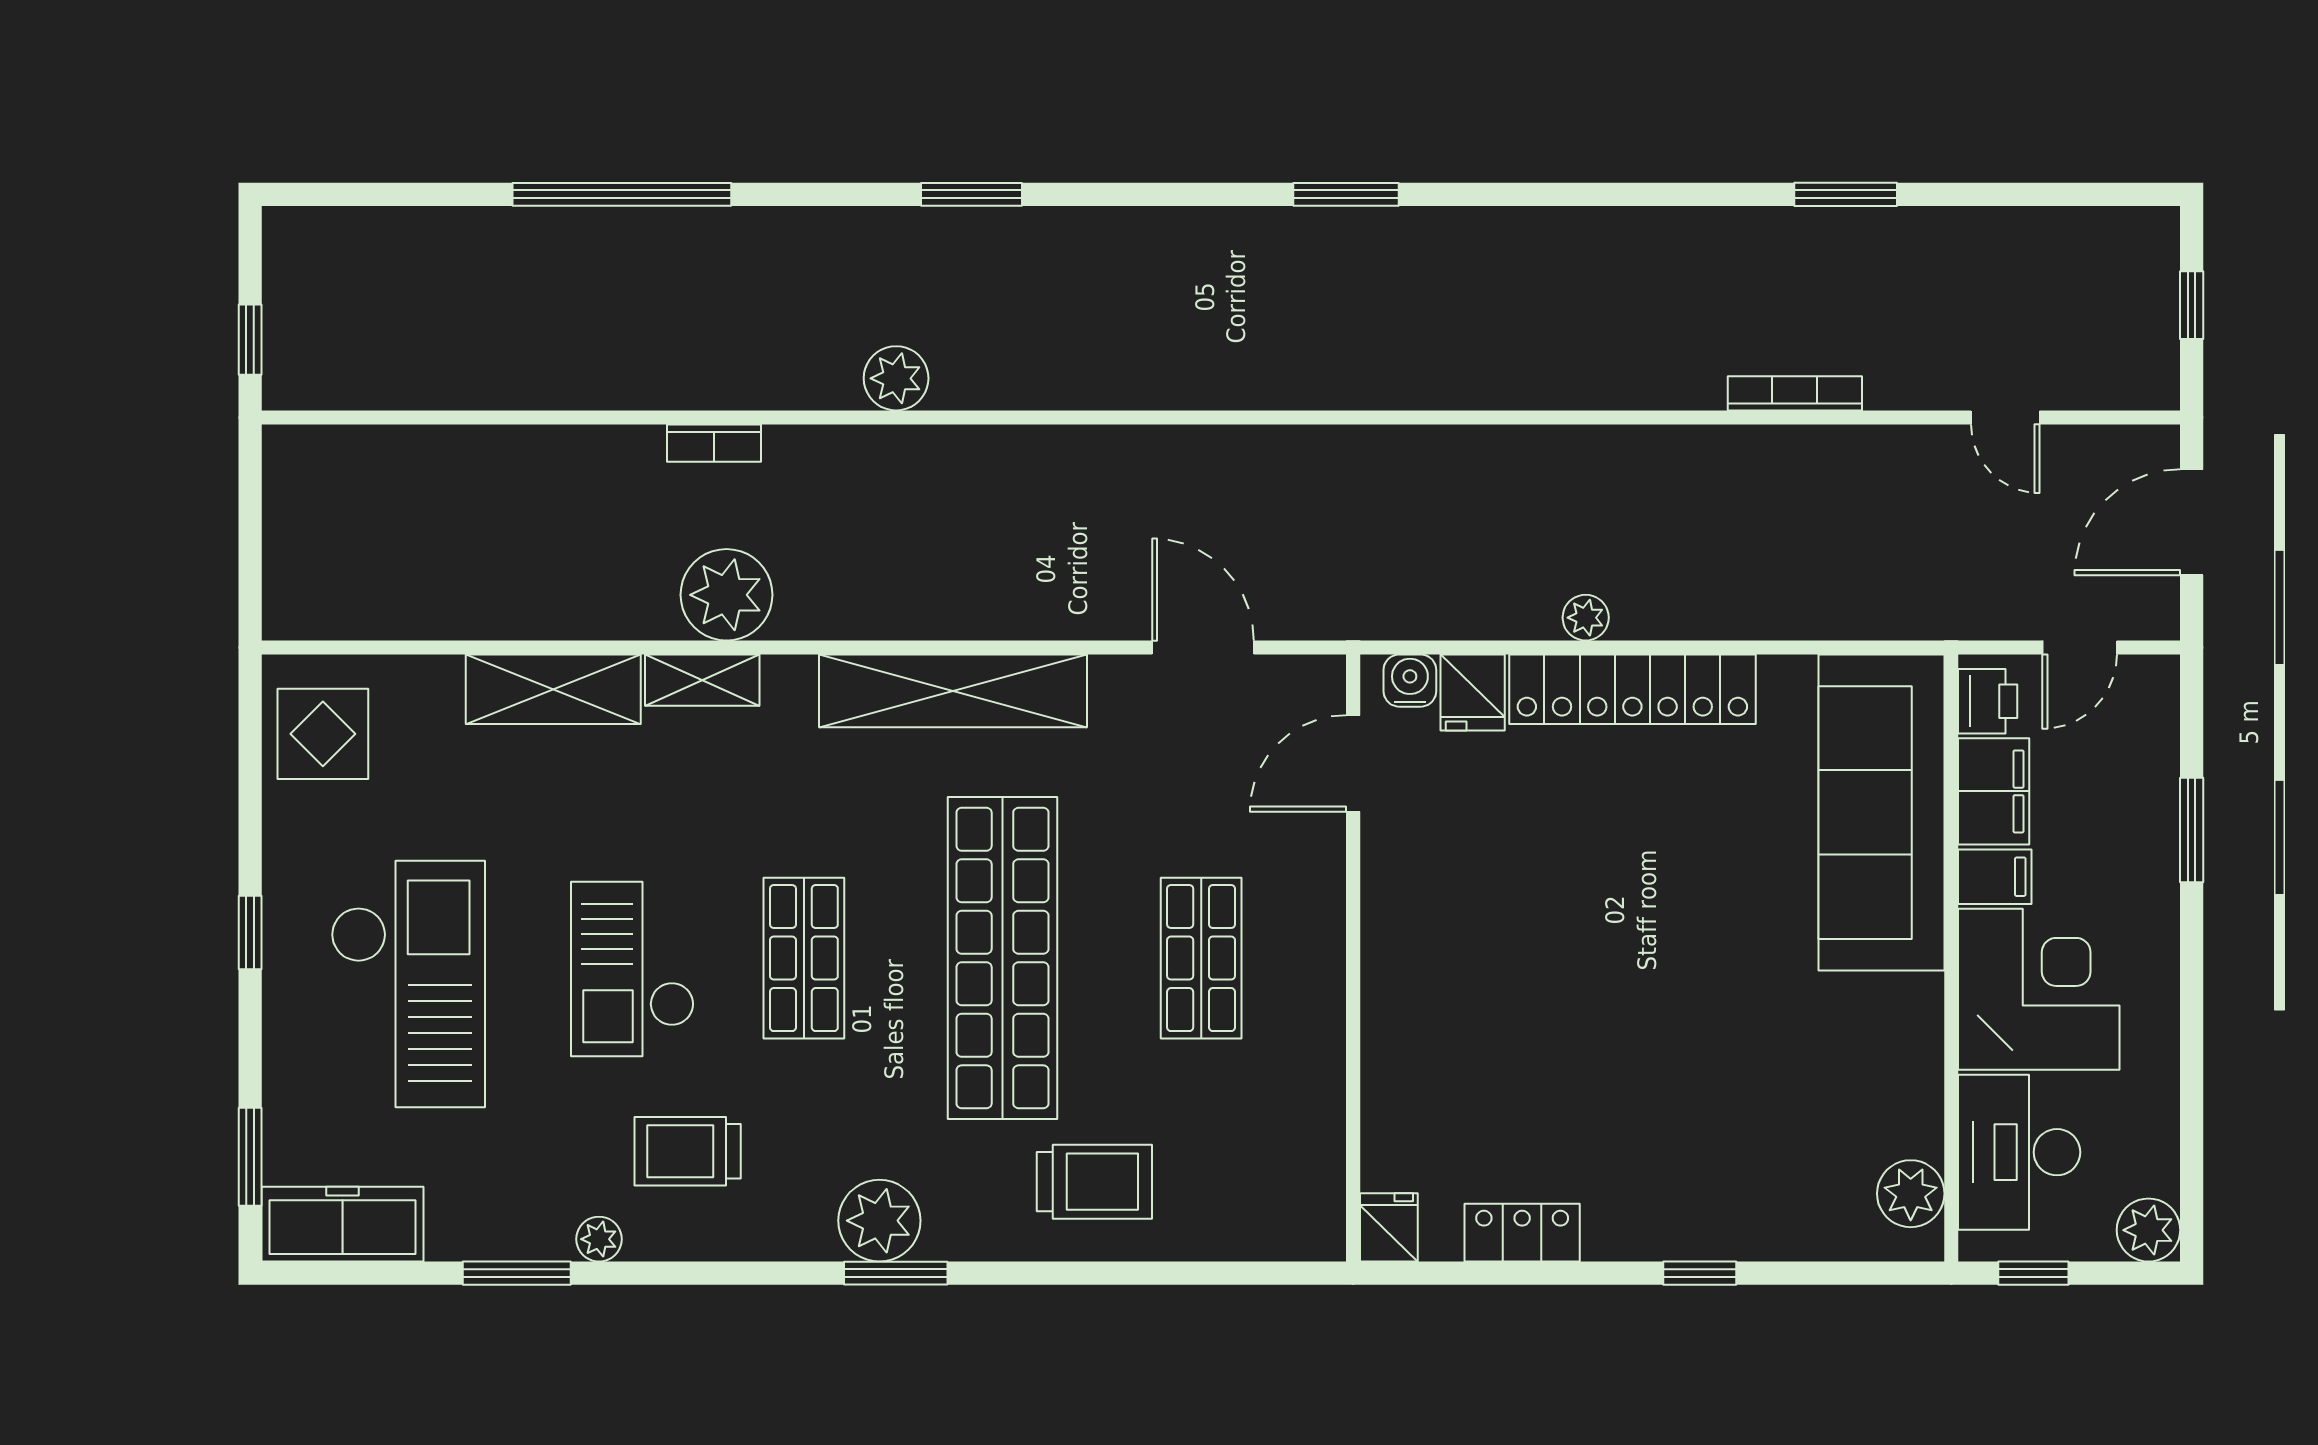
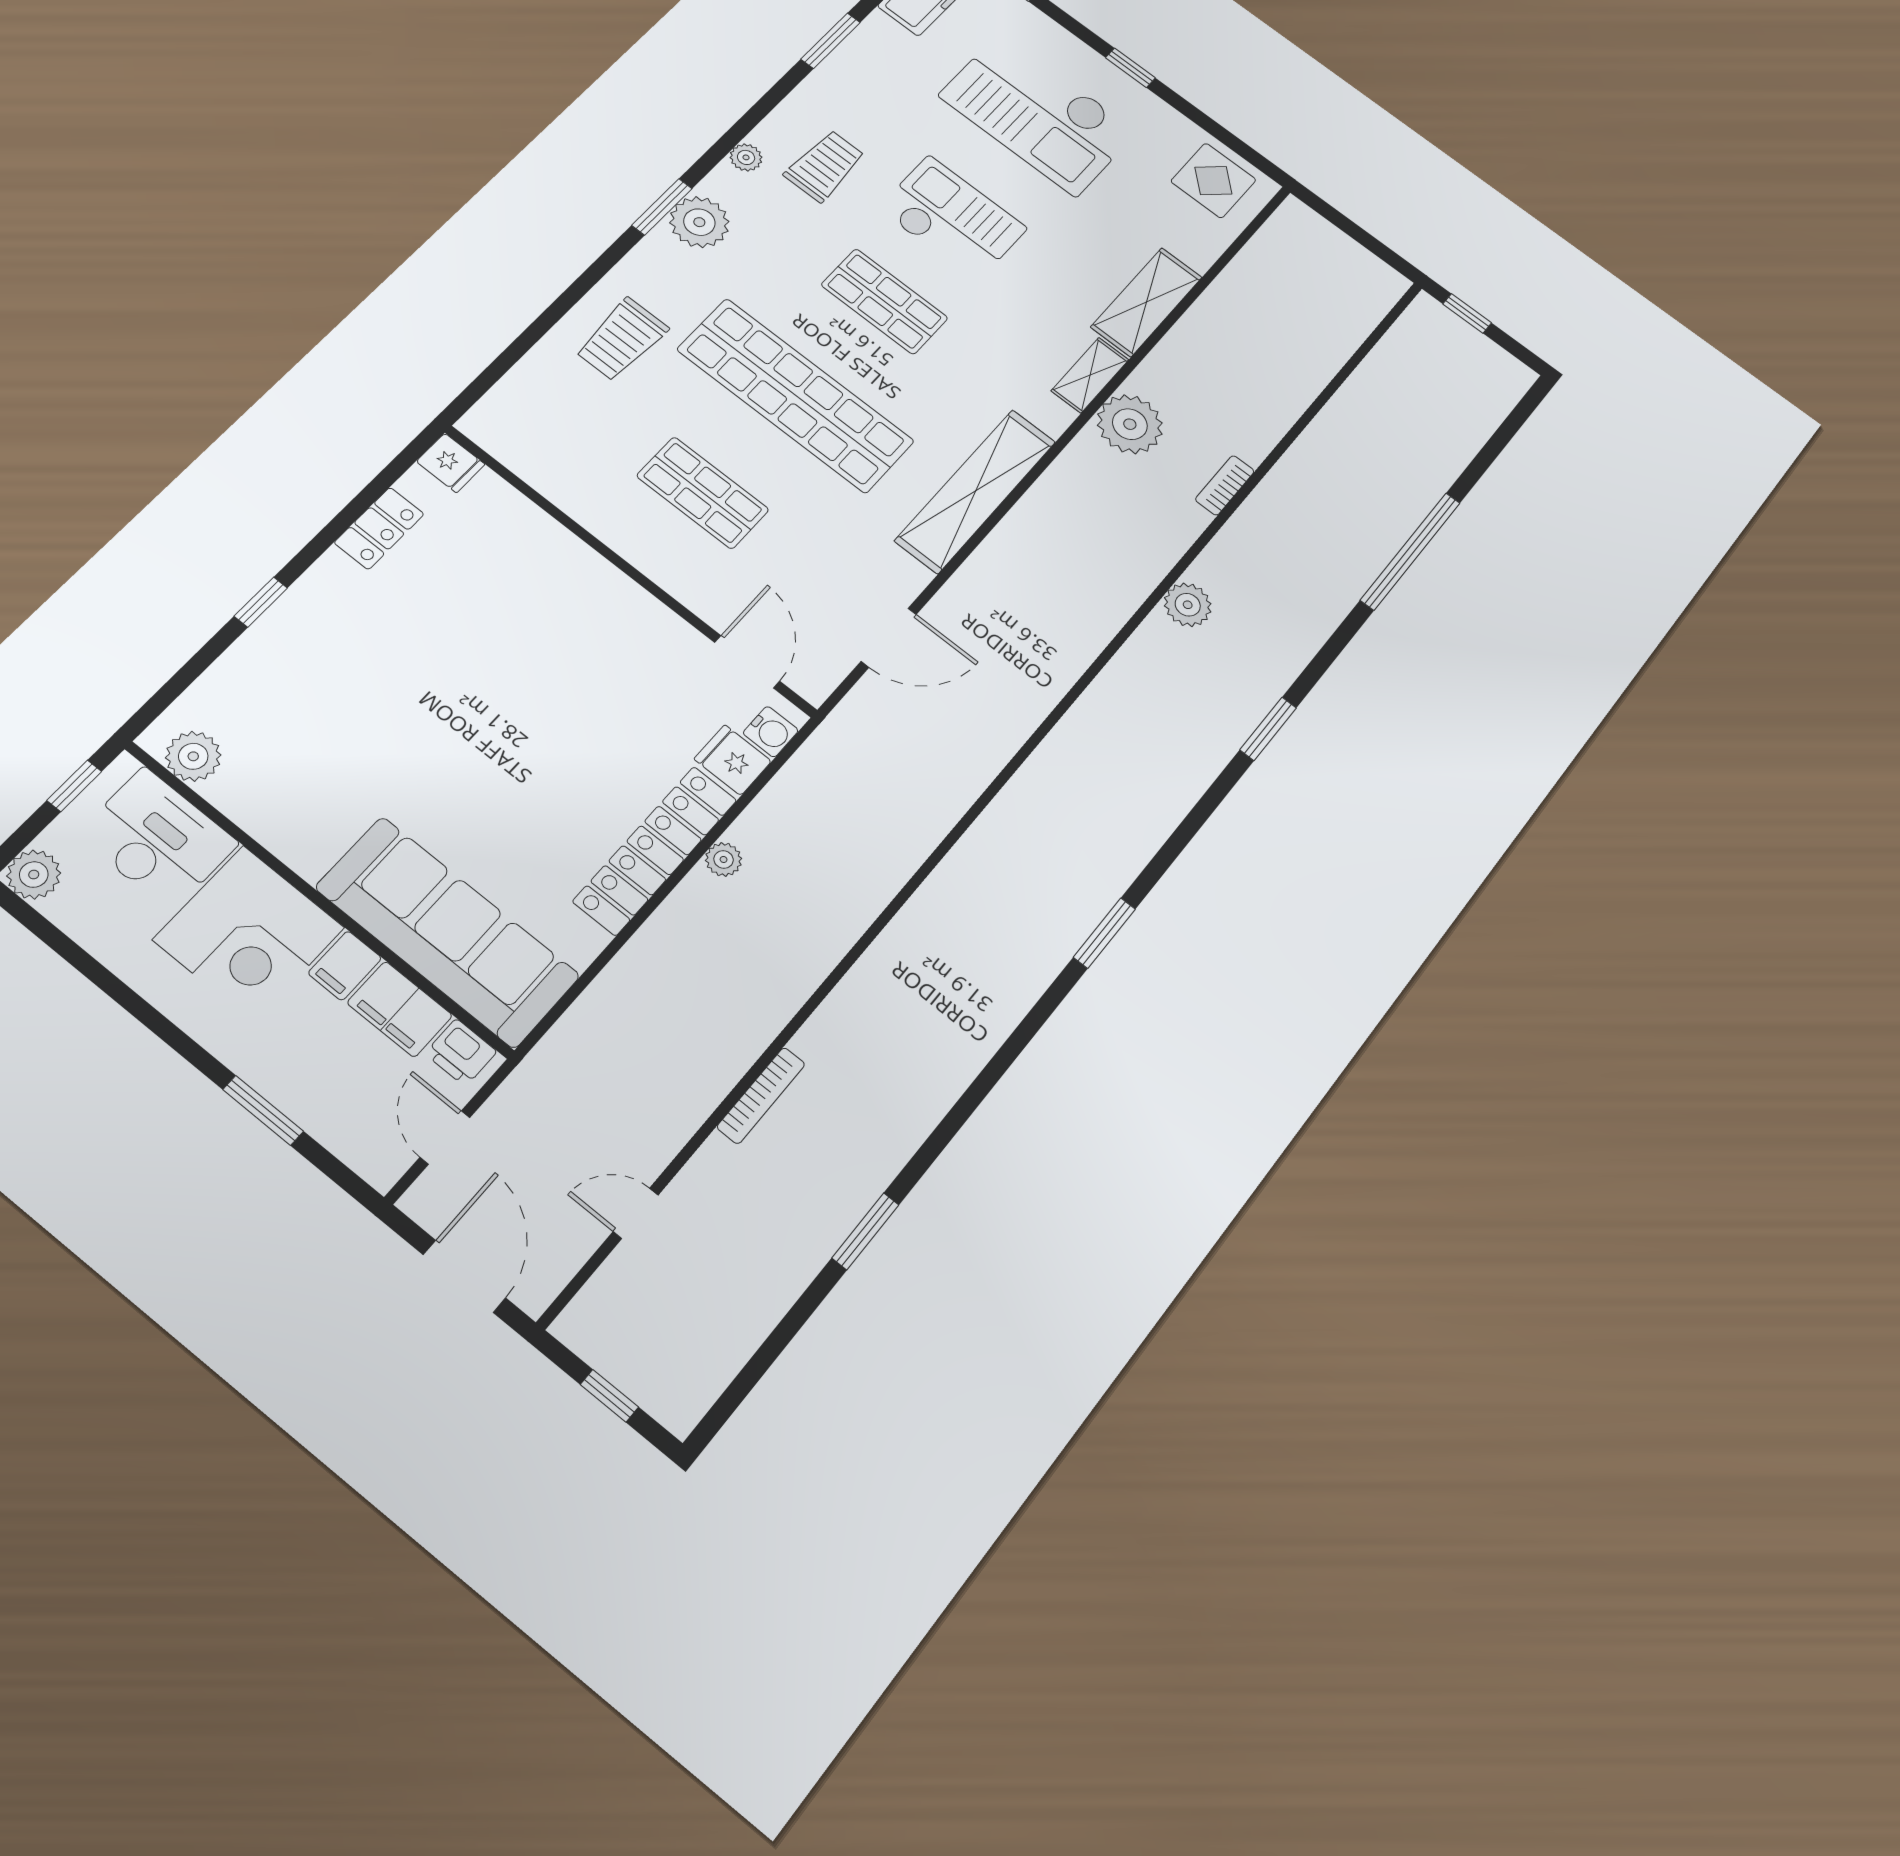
plant: (599, 1239) -> (746, 157), moved

